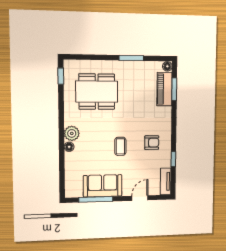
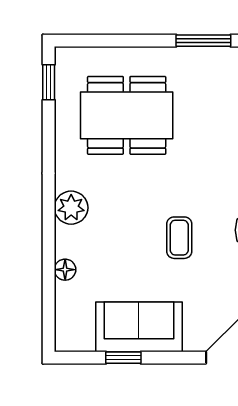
floor lamp: (69, 147) -> (65, 270), moved
window: (96, 199) -> (123, 358), width x0.46

